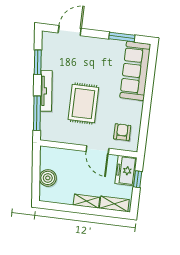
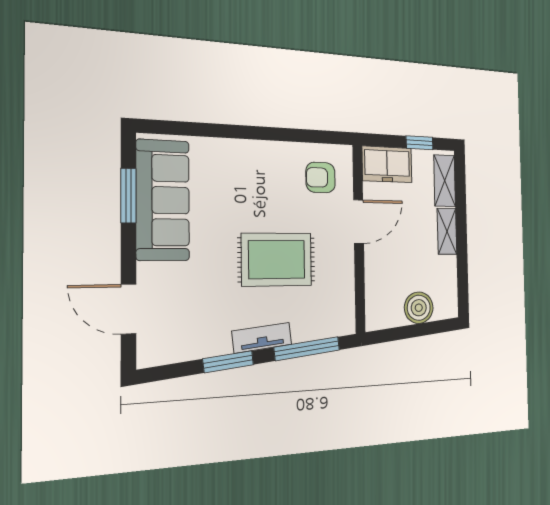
window: (38, 62) -> (228, 362), moved
sofa: (135, 71) -> (163, 200), moved, turned -90
tv unit: (46, 91) -> (262, 338), width x0.71
window: (138, 179) -> (419, 143), moved

